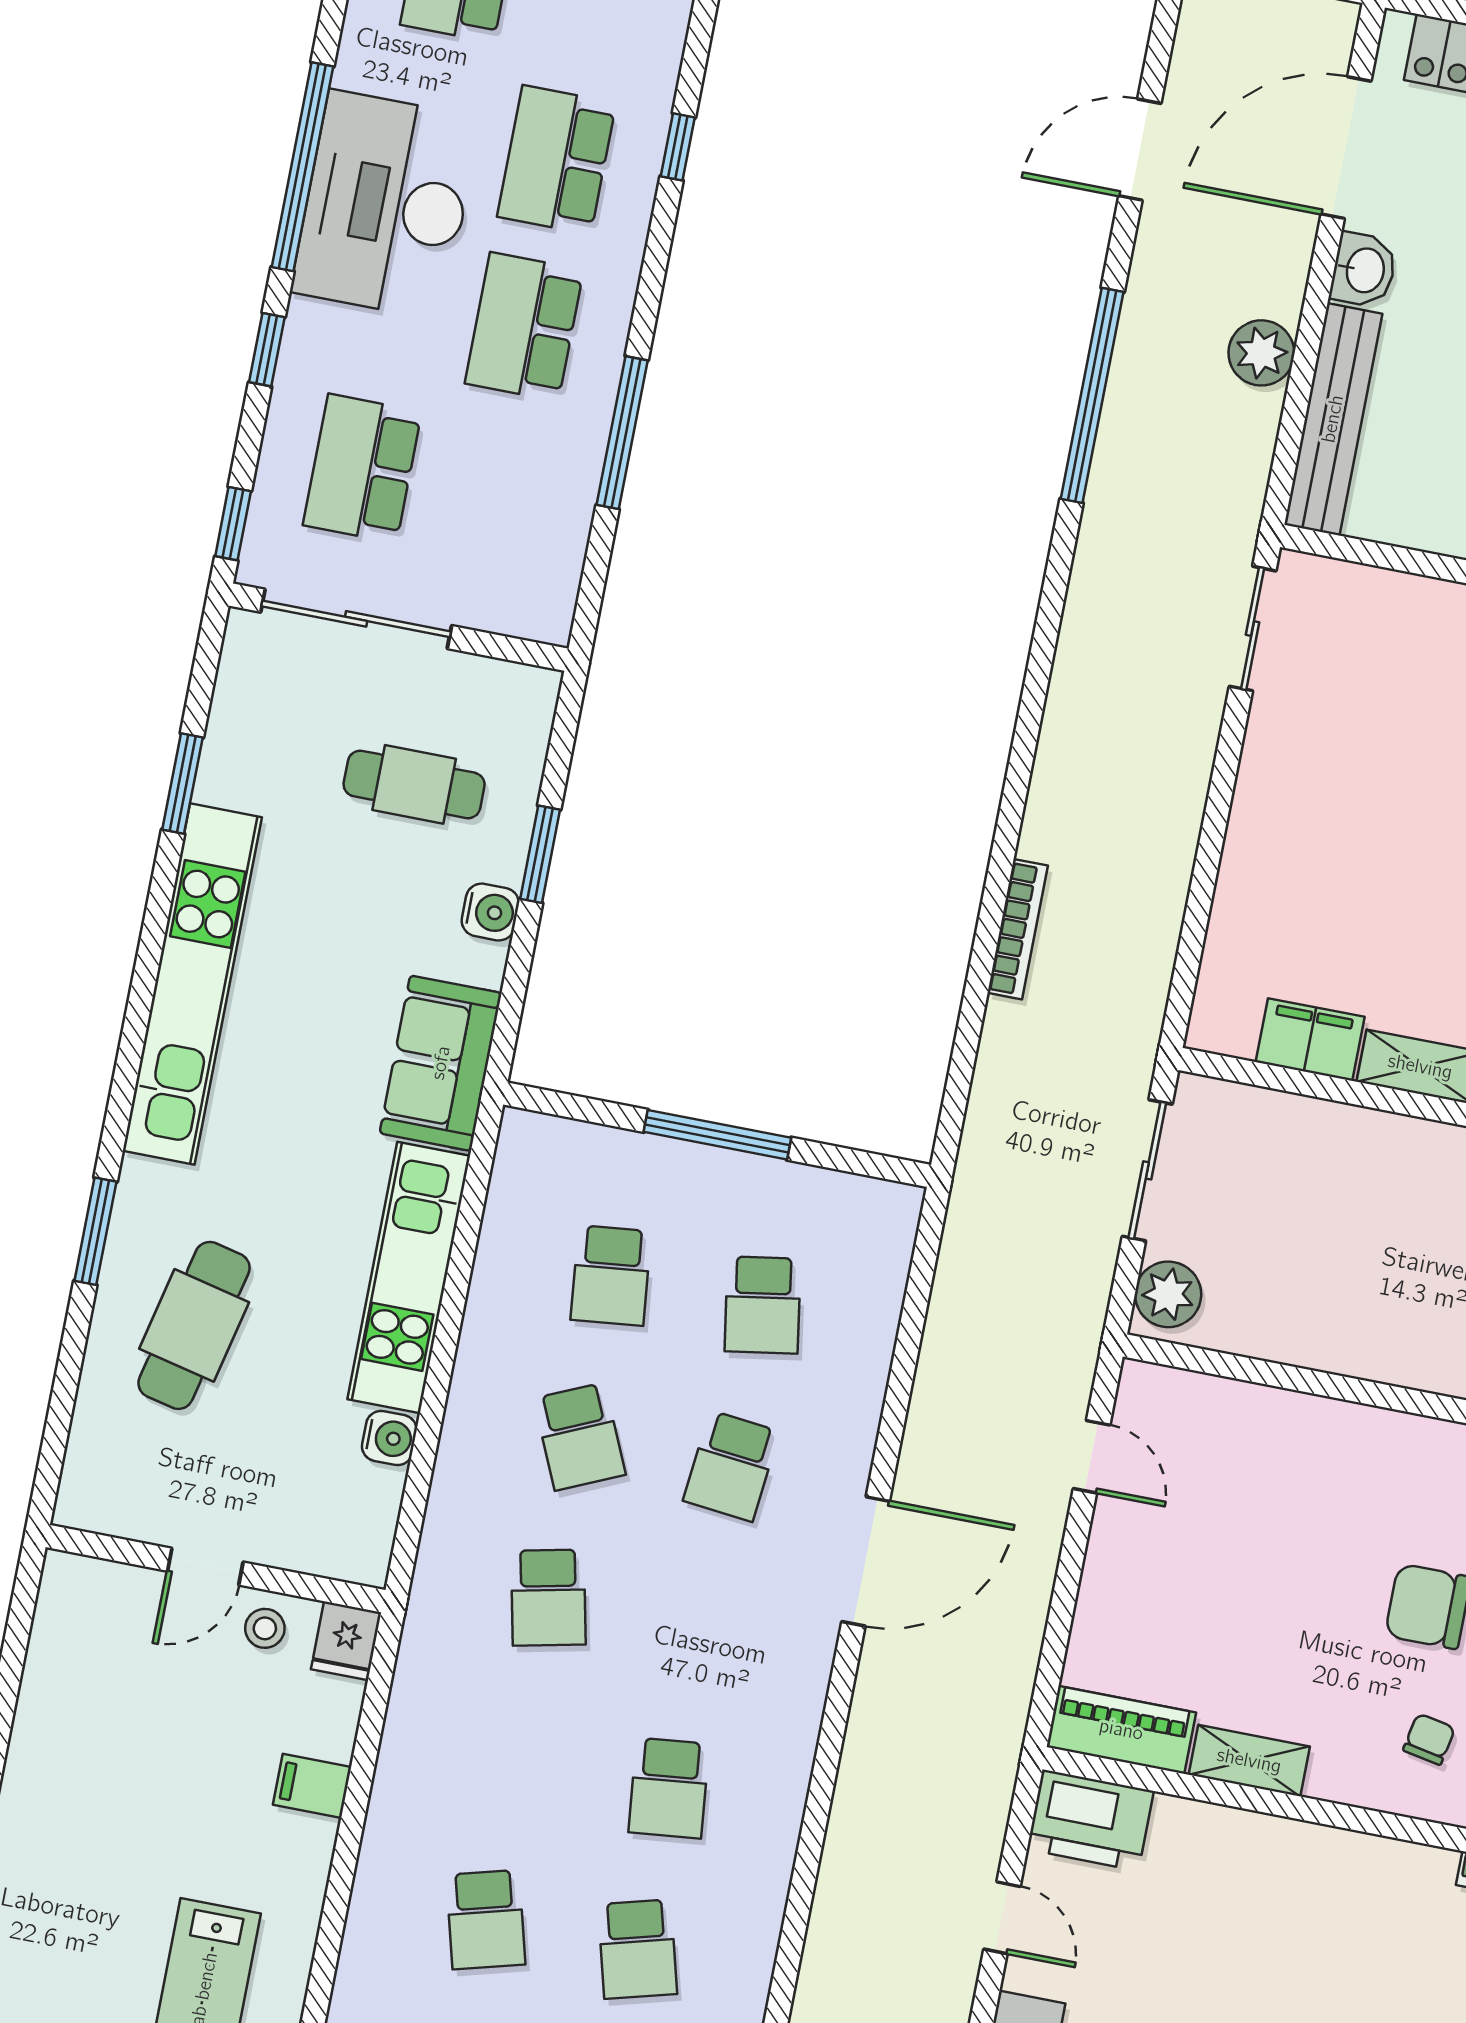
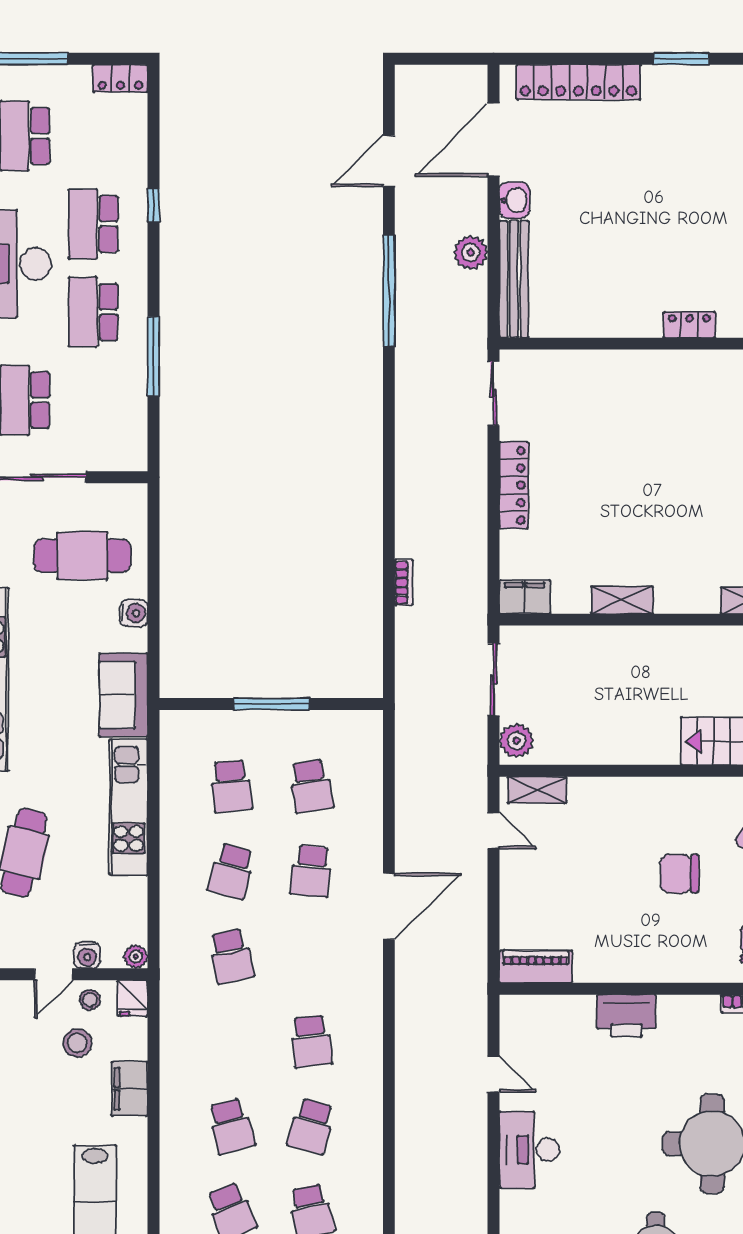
cafe table: (414, 784) -> (82, 556), width x1.37, depth x1.35
locker: (1257, 810) -> (514, 485), added
window: (540, 854) -> (153, 579), removed
bookcase: (1018, 929) -> (404, 582), width x0.64
filing cabinet: (1310, 1039) -> (525, 597), moved
school desk: (580, 1437) -> (231, 871), turned 39
water cooler: (389, 1438) -> (87, 955), moved, turned 90
plant: (367, 1563) -> (136, 956), added
stool: (225, 1705) -> (77, 1043), added
chair: (1429, 1739) -> (693, 941), removed
shelving: (1249, 1761) -> (537, 790), moved
filing cabinet: (312, 1786) -> (130, 1089), width x2.00
printer: (1090, 1820) -> (626, 1016), moved
school desk: (637, 1949) -> (311, 1126), turned 30

